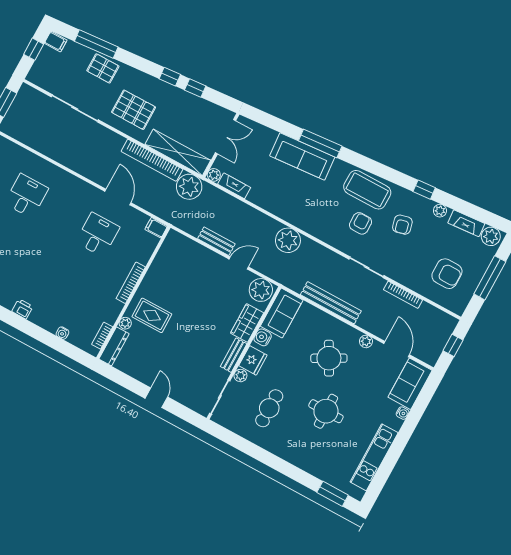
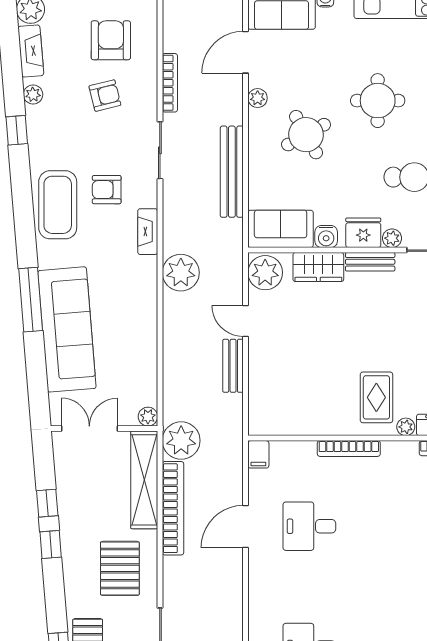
sofa: (302, 156) -> (67, 329), width x1.36, depth x1.27
fireplace: (234, 186) -> (148, 232), moved
armchair: (402, 225) -> (105, 96), moved

